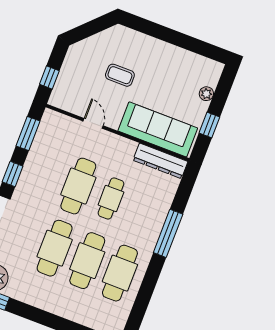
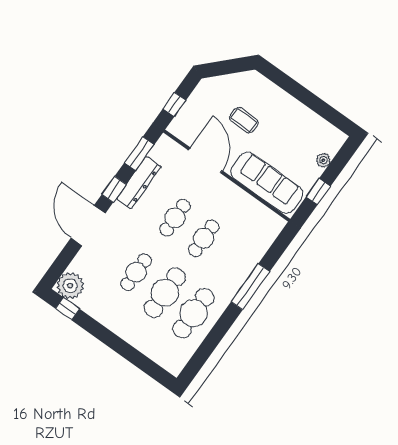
door: (93, 123) -> (205, 160), width x1.87
dresser: (160, 161) -> (139, 183), moved, turned -90
cafe table: (78, 186) -> (175, 218), width x0.73, depth x0.74
cafe table: (55, 248) -> (136, 272), width x0.73, depth x0.74

